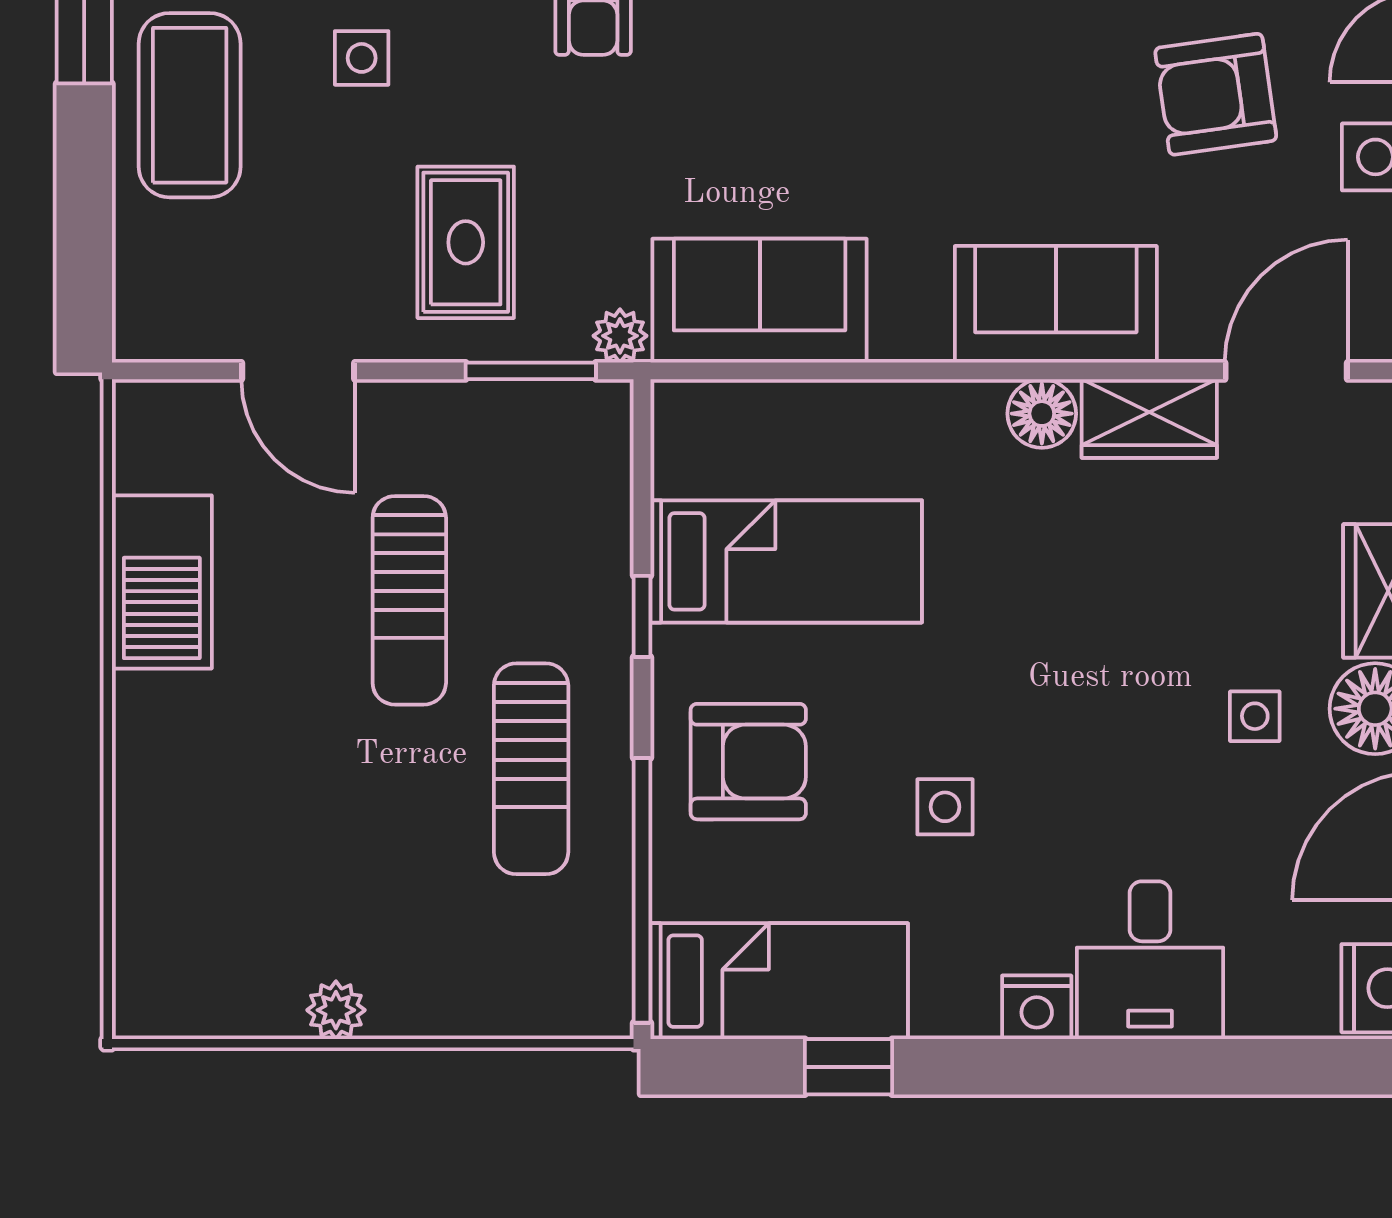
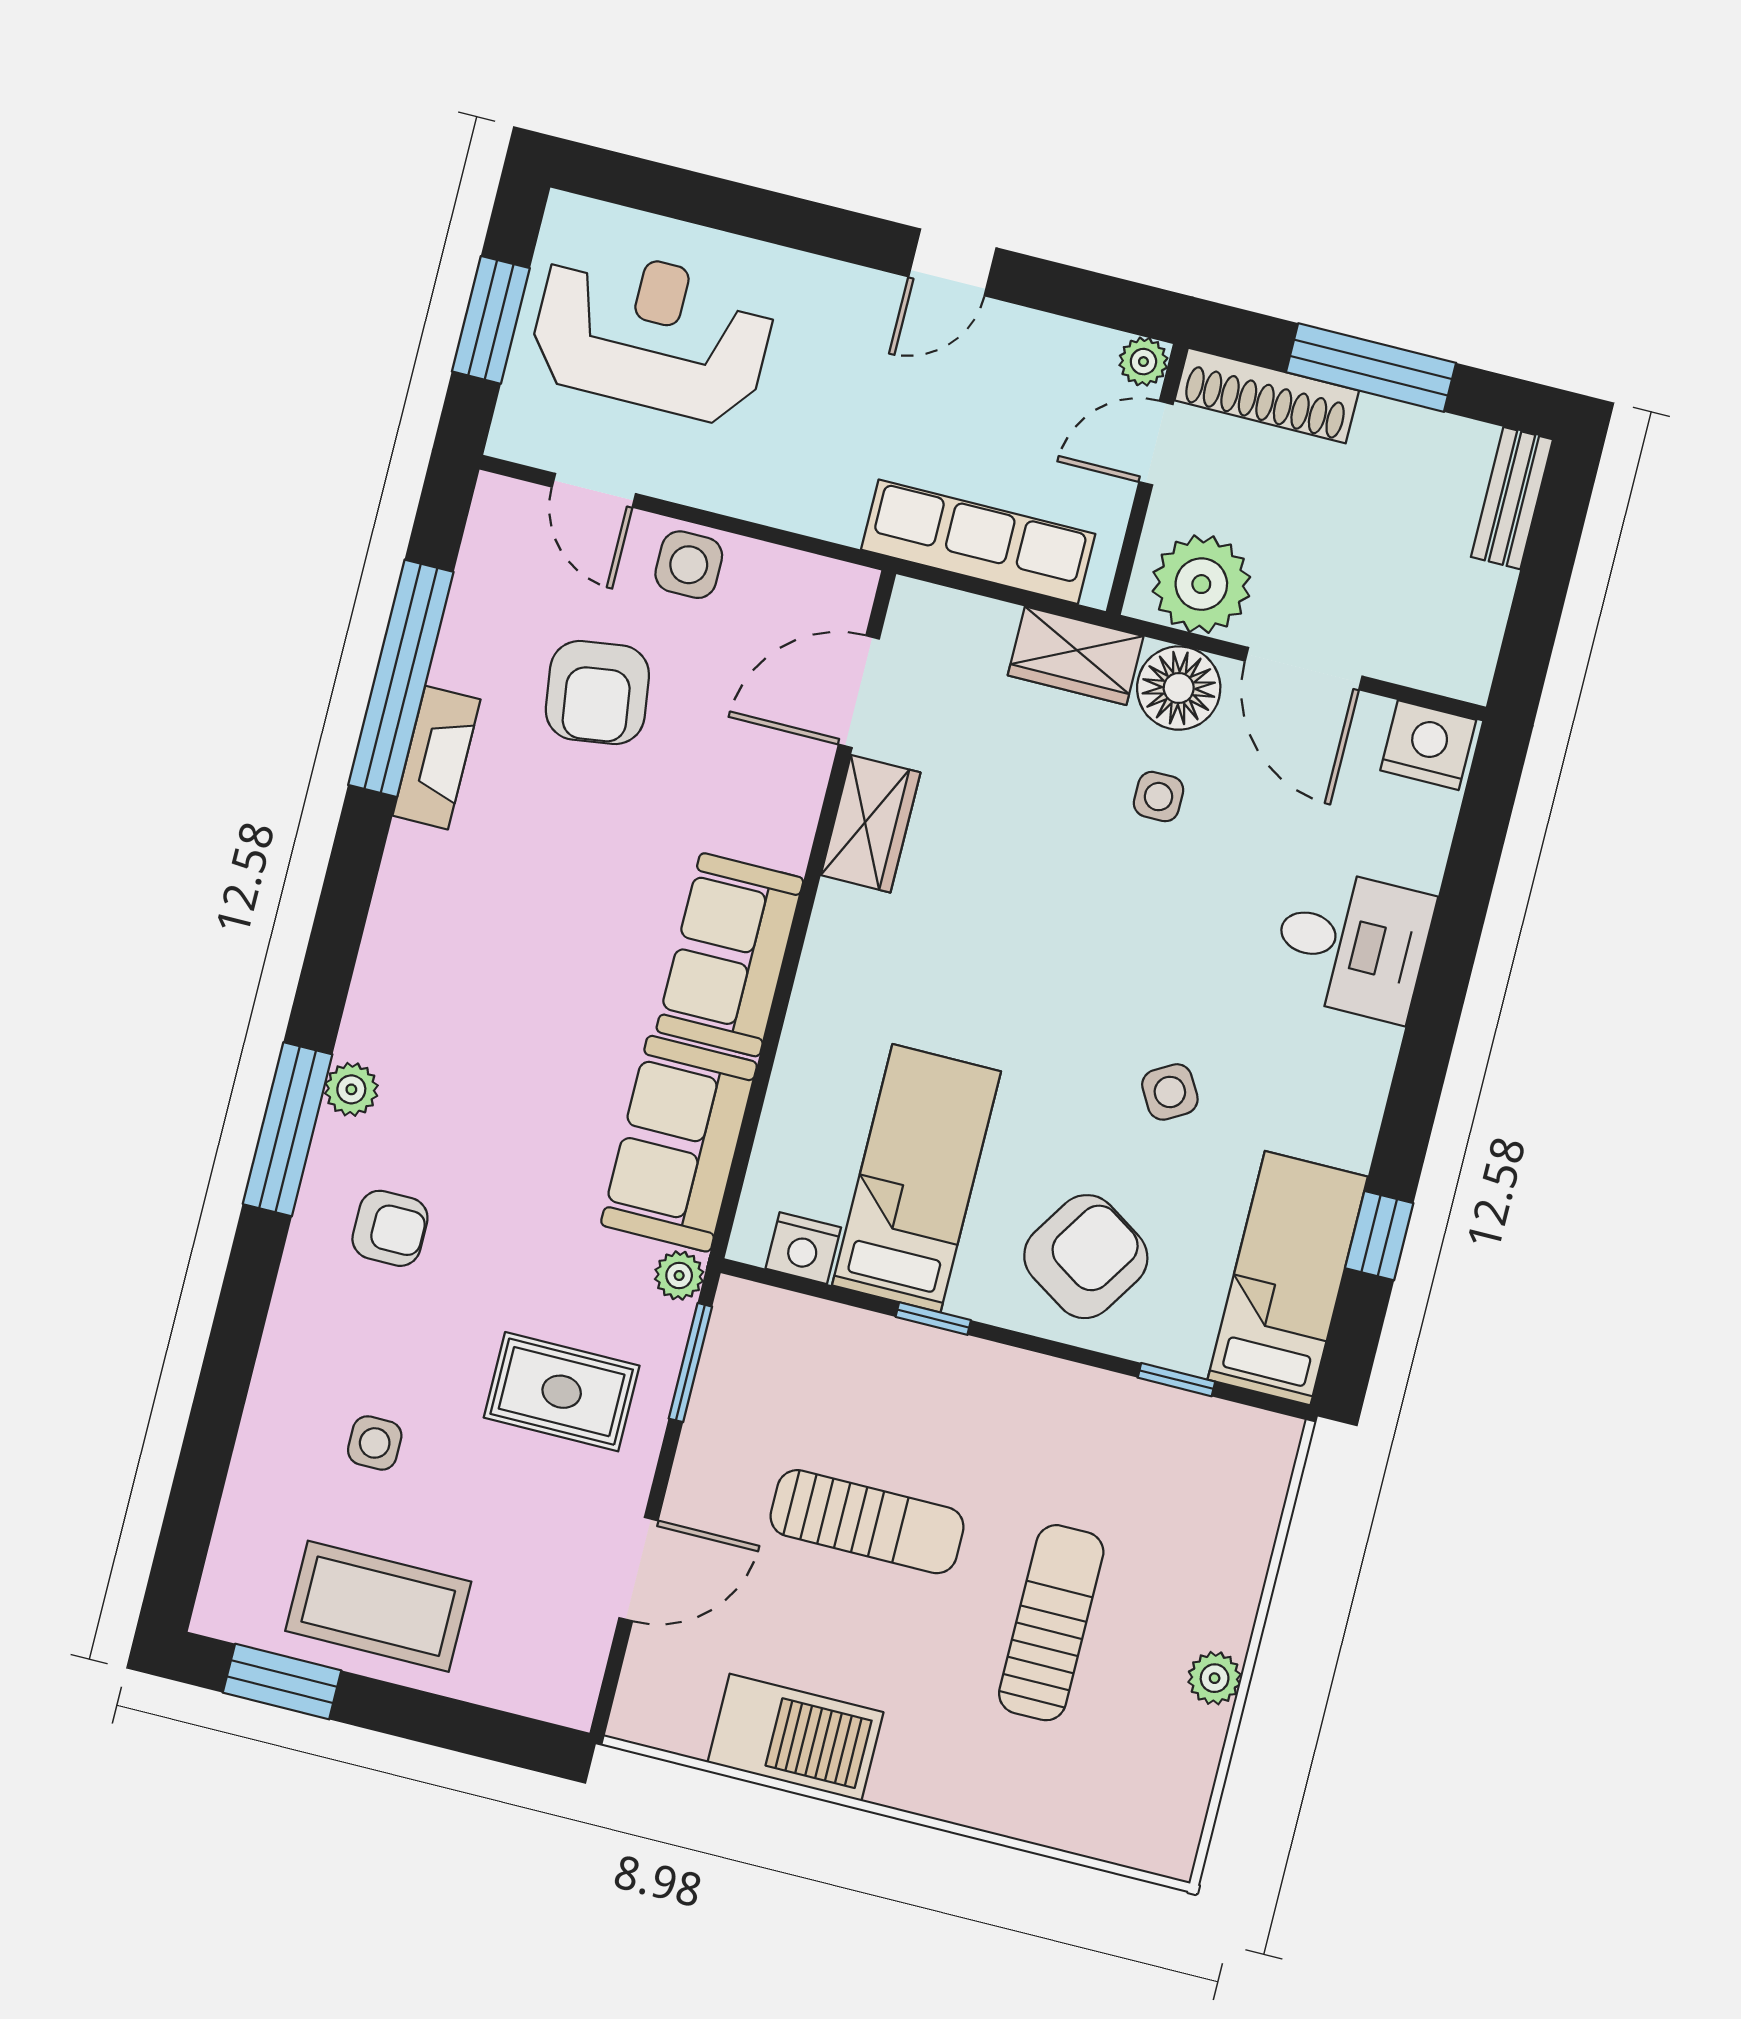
sofa: (1056, 304) -> (730, 955), moved
door: (1286, 371) -> (859, 692), hinge flipped
floor lamp: (1042, 414) -> (842, 918), removed
armchair: (748, 762) -> (1086, 1257), turned 33
sun lounger: (531, 769) -> (1051, 1623), moved, turned -90
side table: (945, 807) -> (1170, 1092), turned -30
window: (642, 890) -> (1176, 1380), width x0.32
nightstand: (1037, 1007) -> (803, 1248), moved, turned 90

